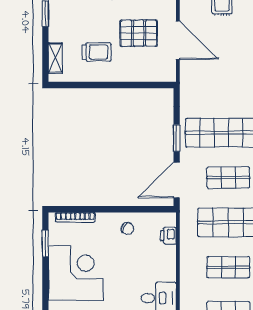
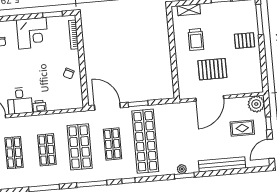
pallet: (139, 33) -> (212, 69), turned 90
printer: (168, 236) -> (39, 106), moved
corner desk: (76, 273) -> (32, 33), width x0.74, depth x0.74

